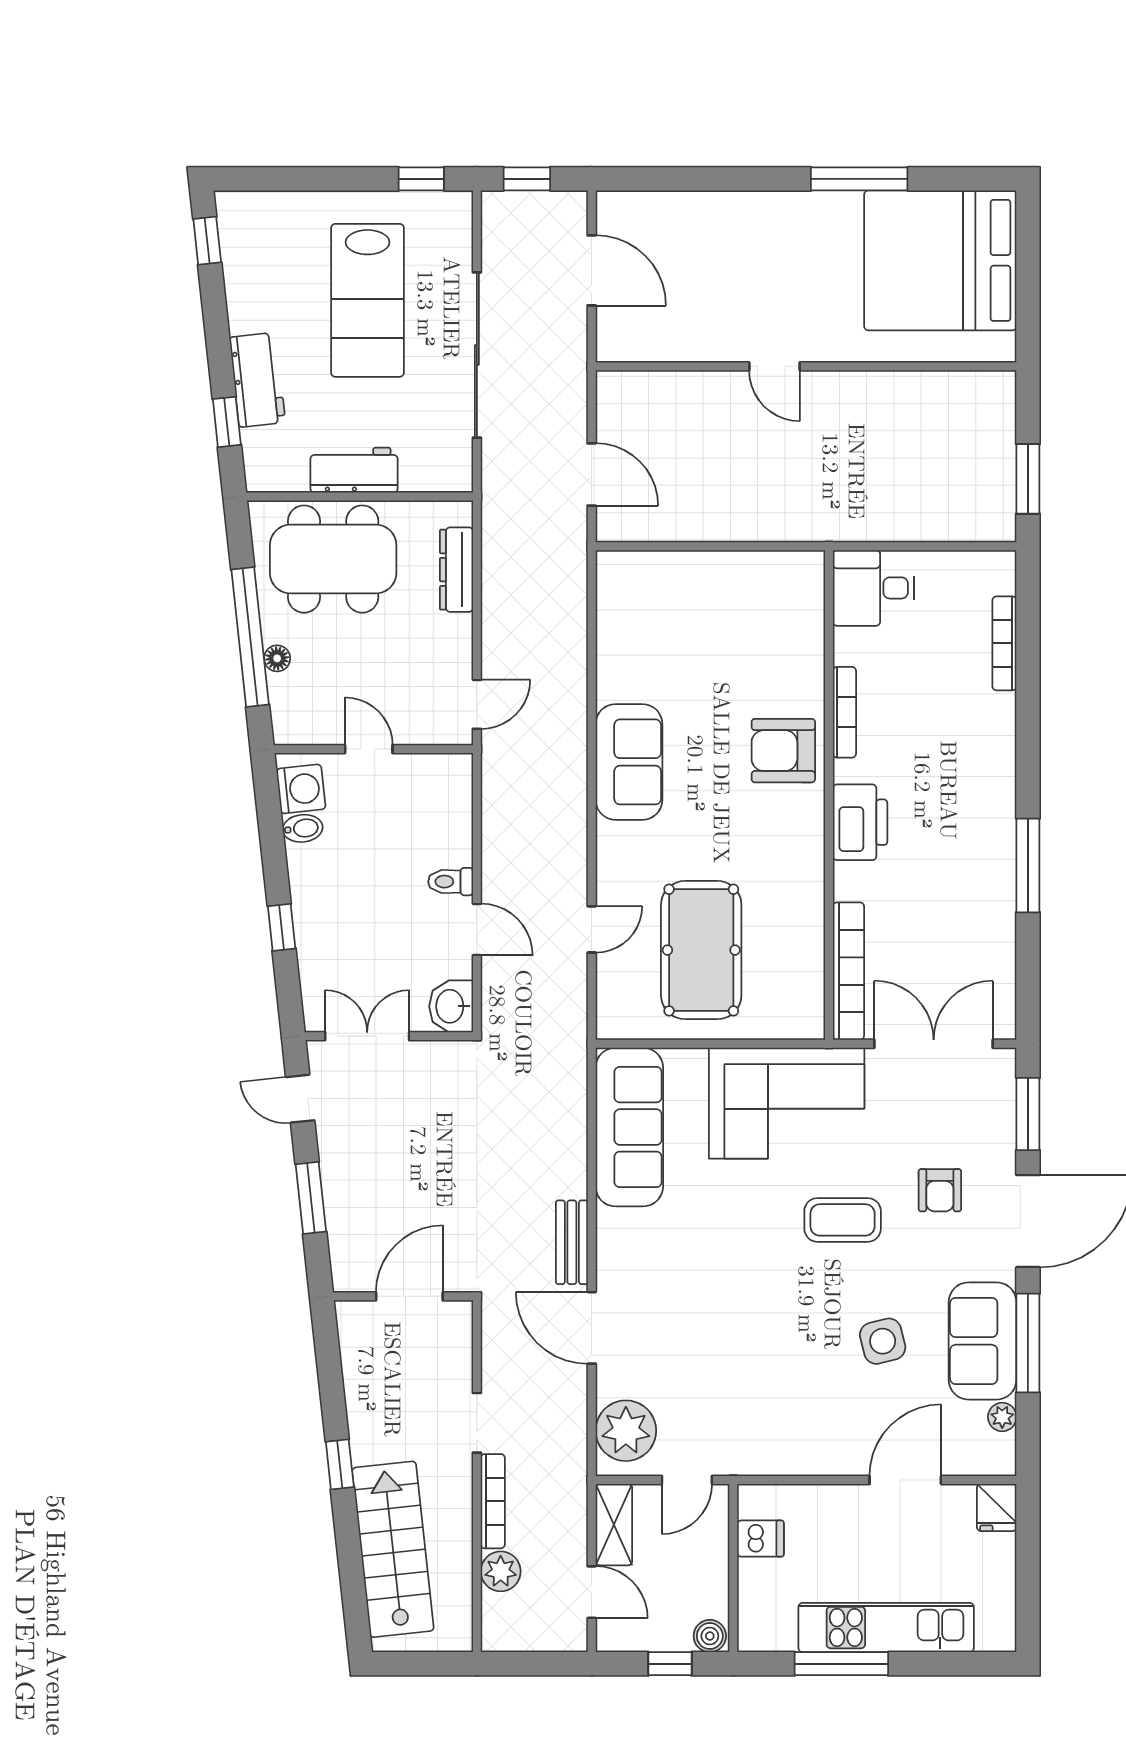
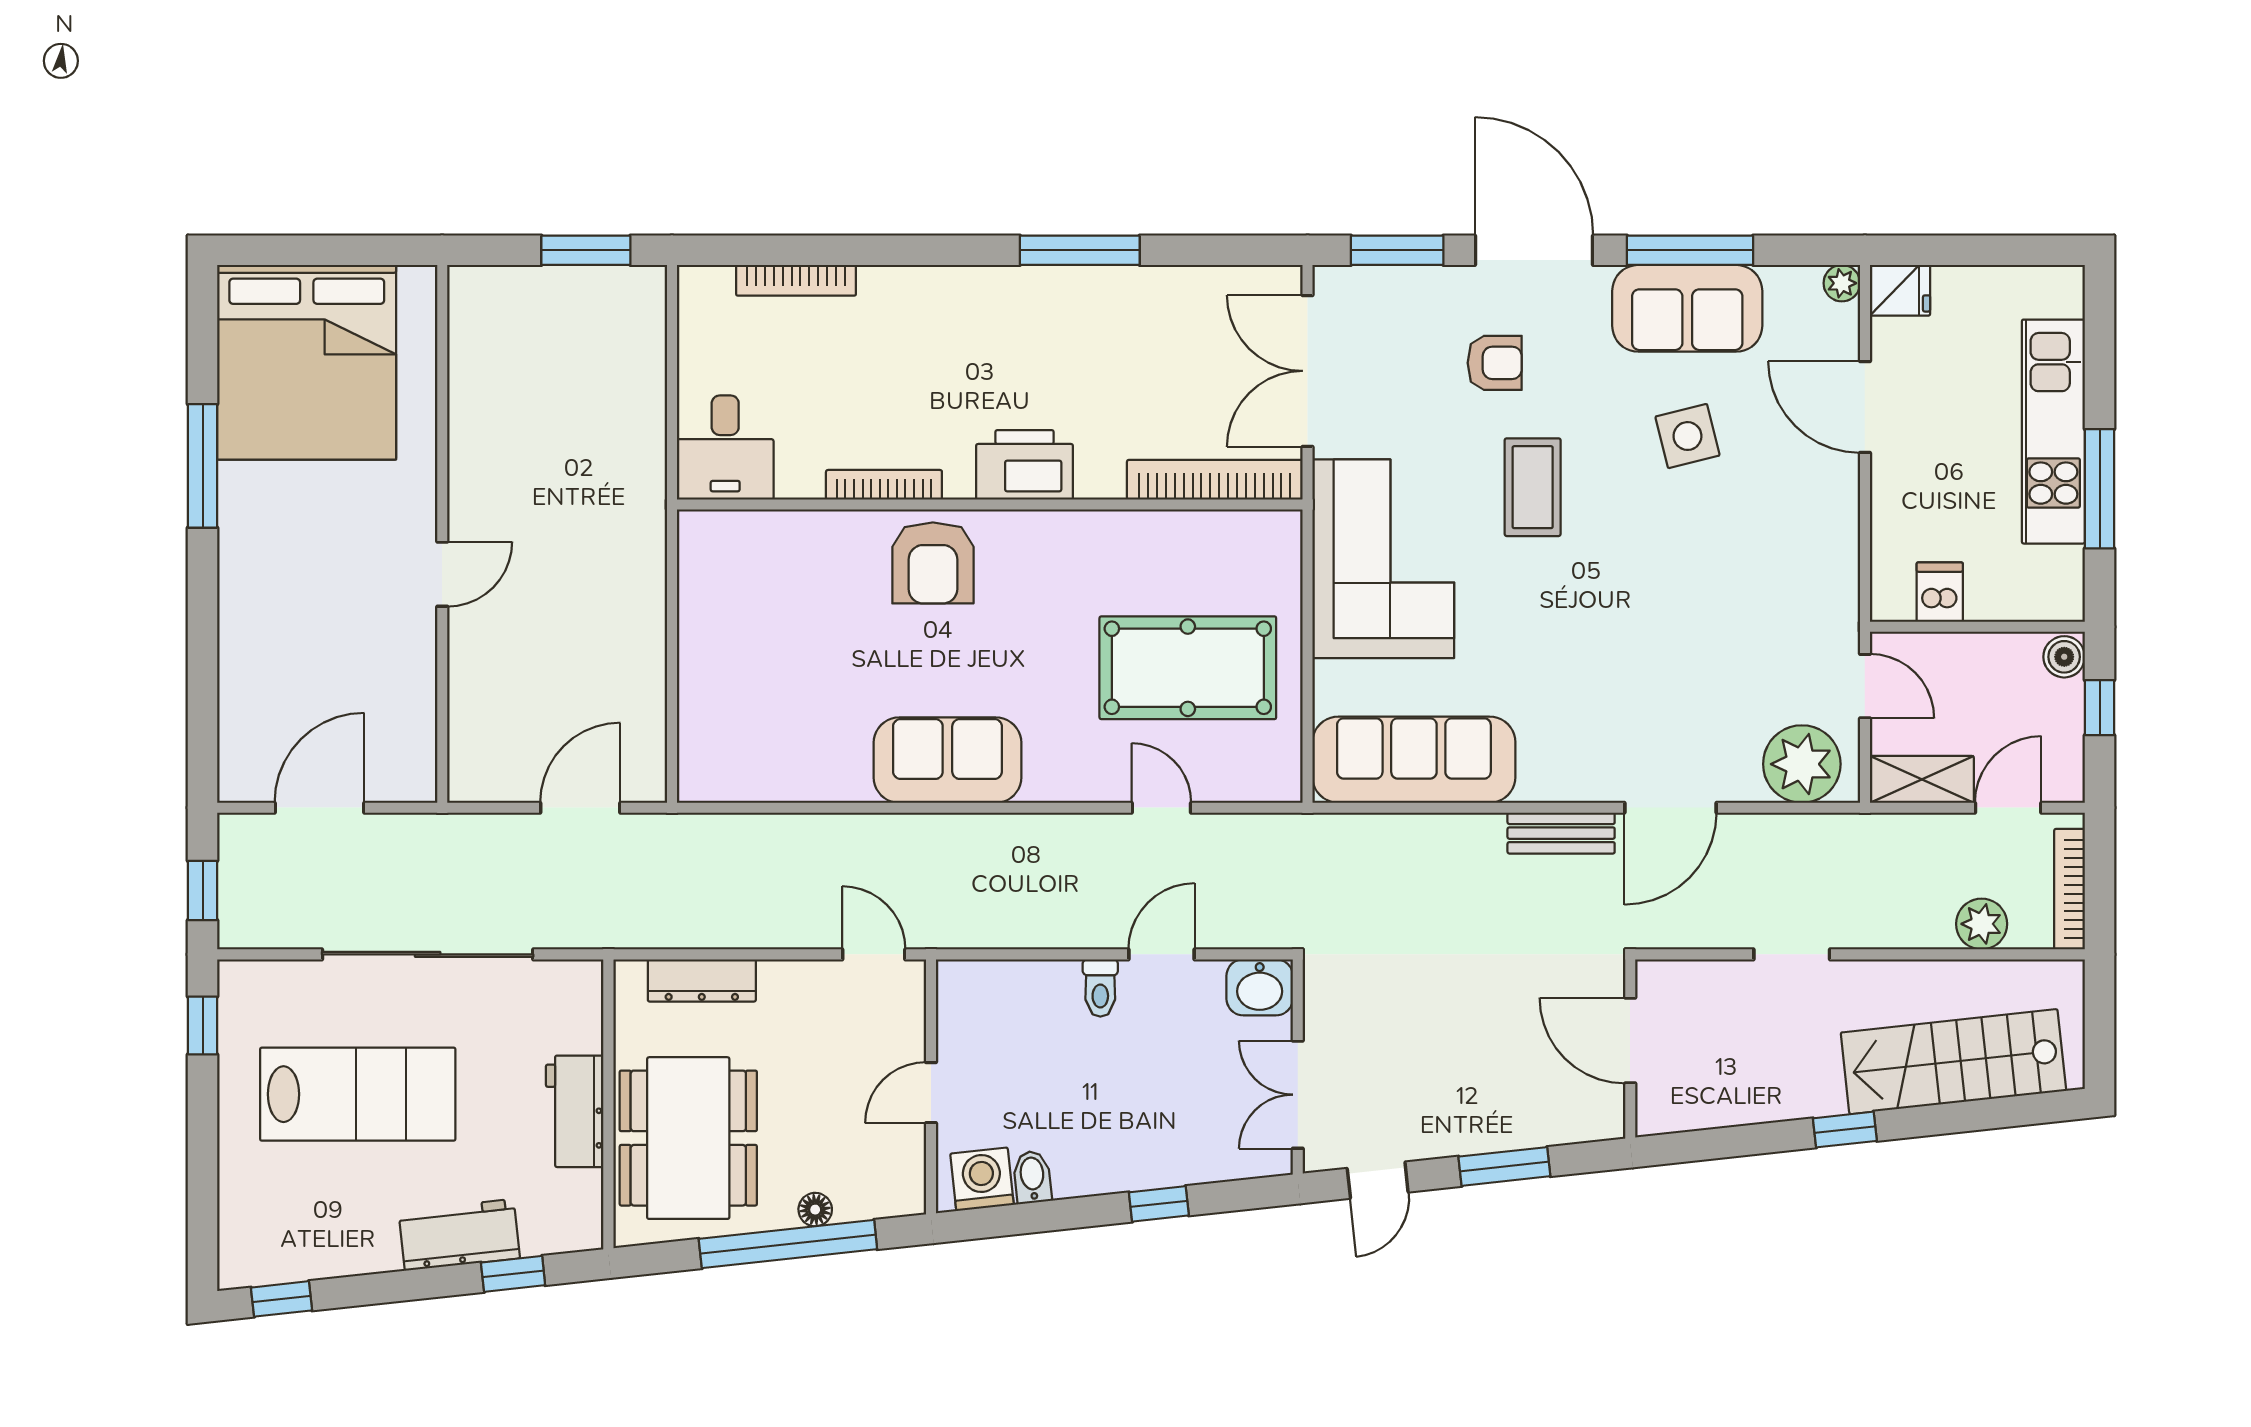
plant: (1002, 1417) -> (1842, 283), moved
bookcase: (493, 1501) -> (2069, 889), moved, turned -90

